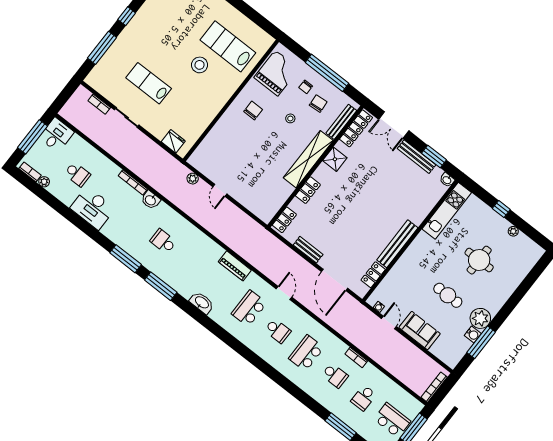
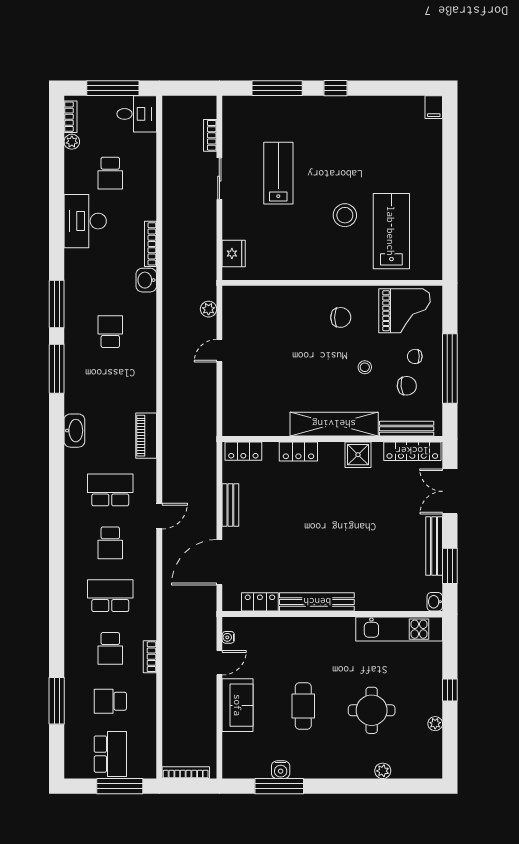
plant: (480, 318) -> (383, 771), moved, width x0.53, depth x0.53

